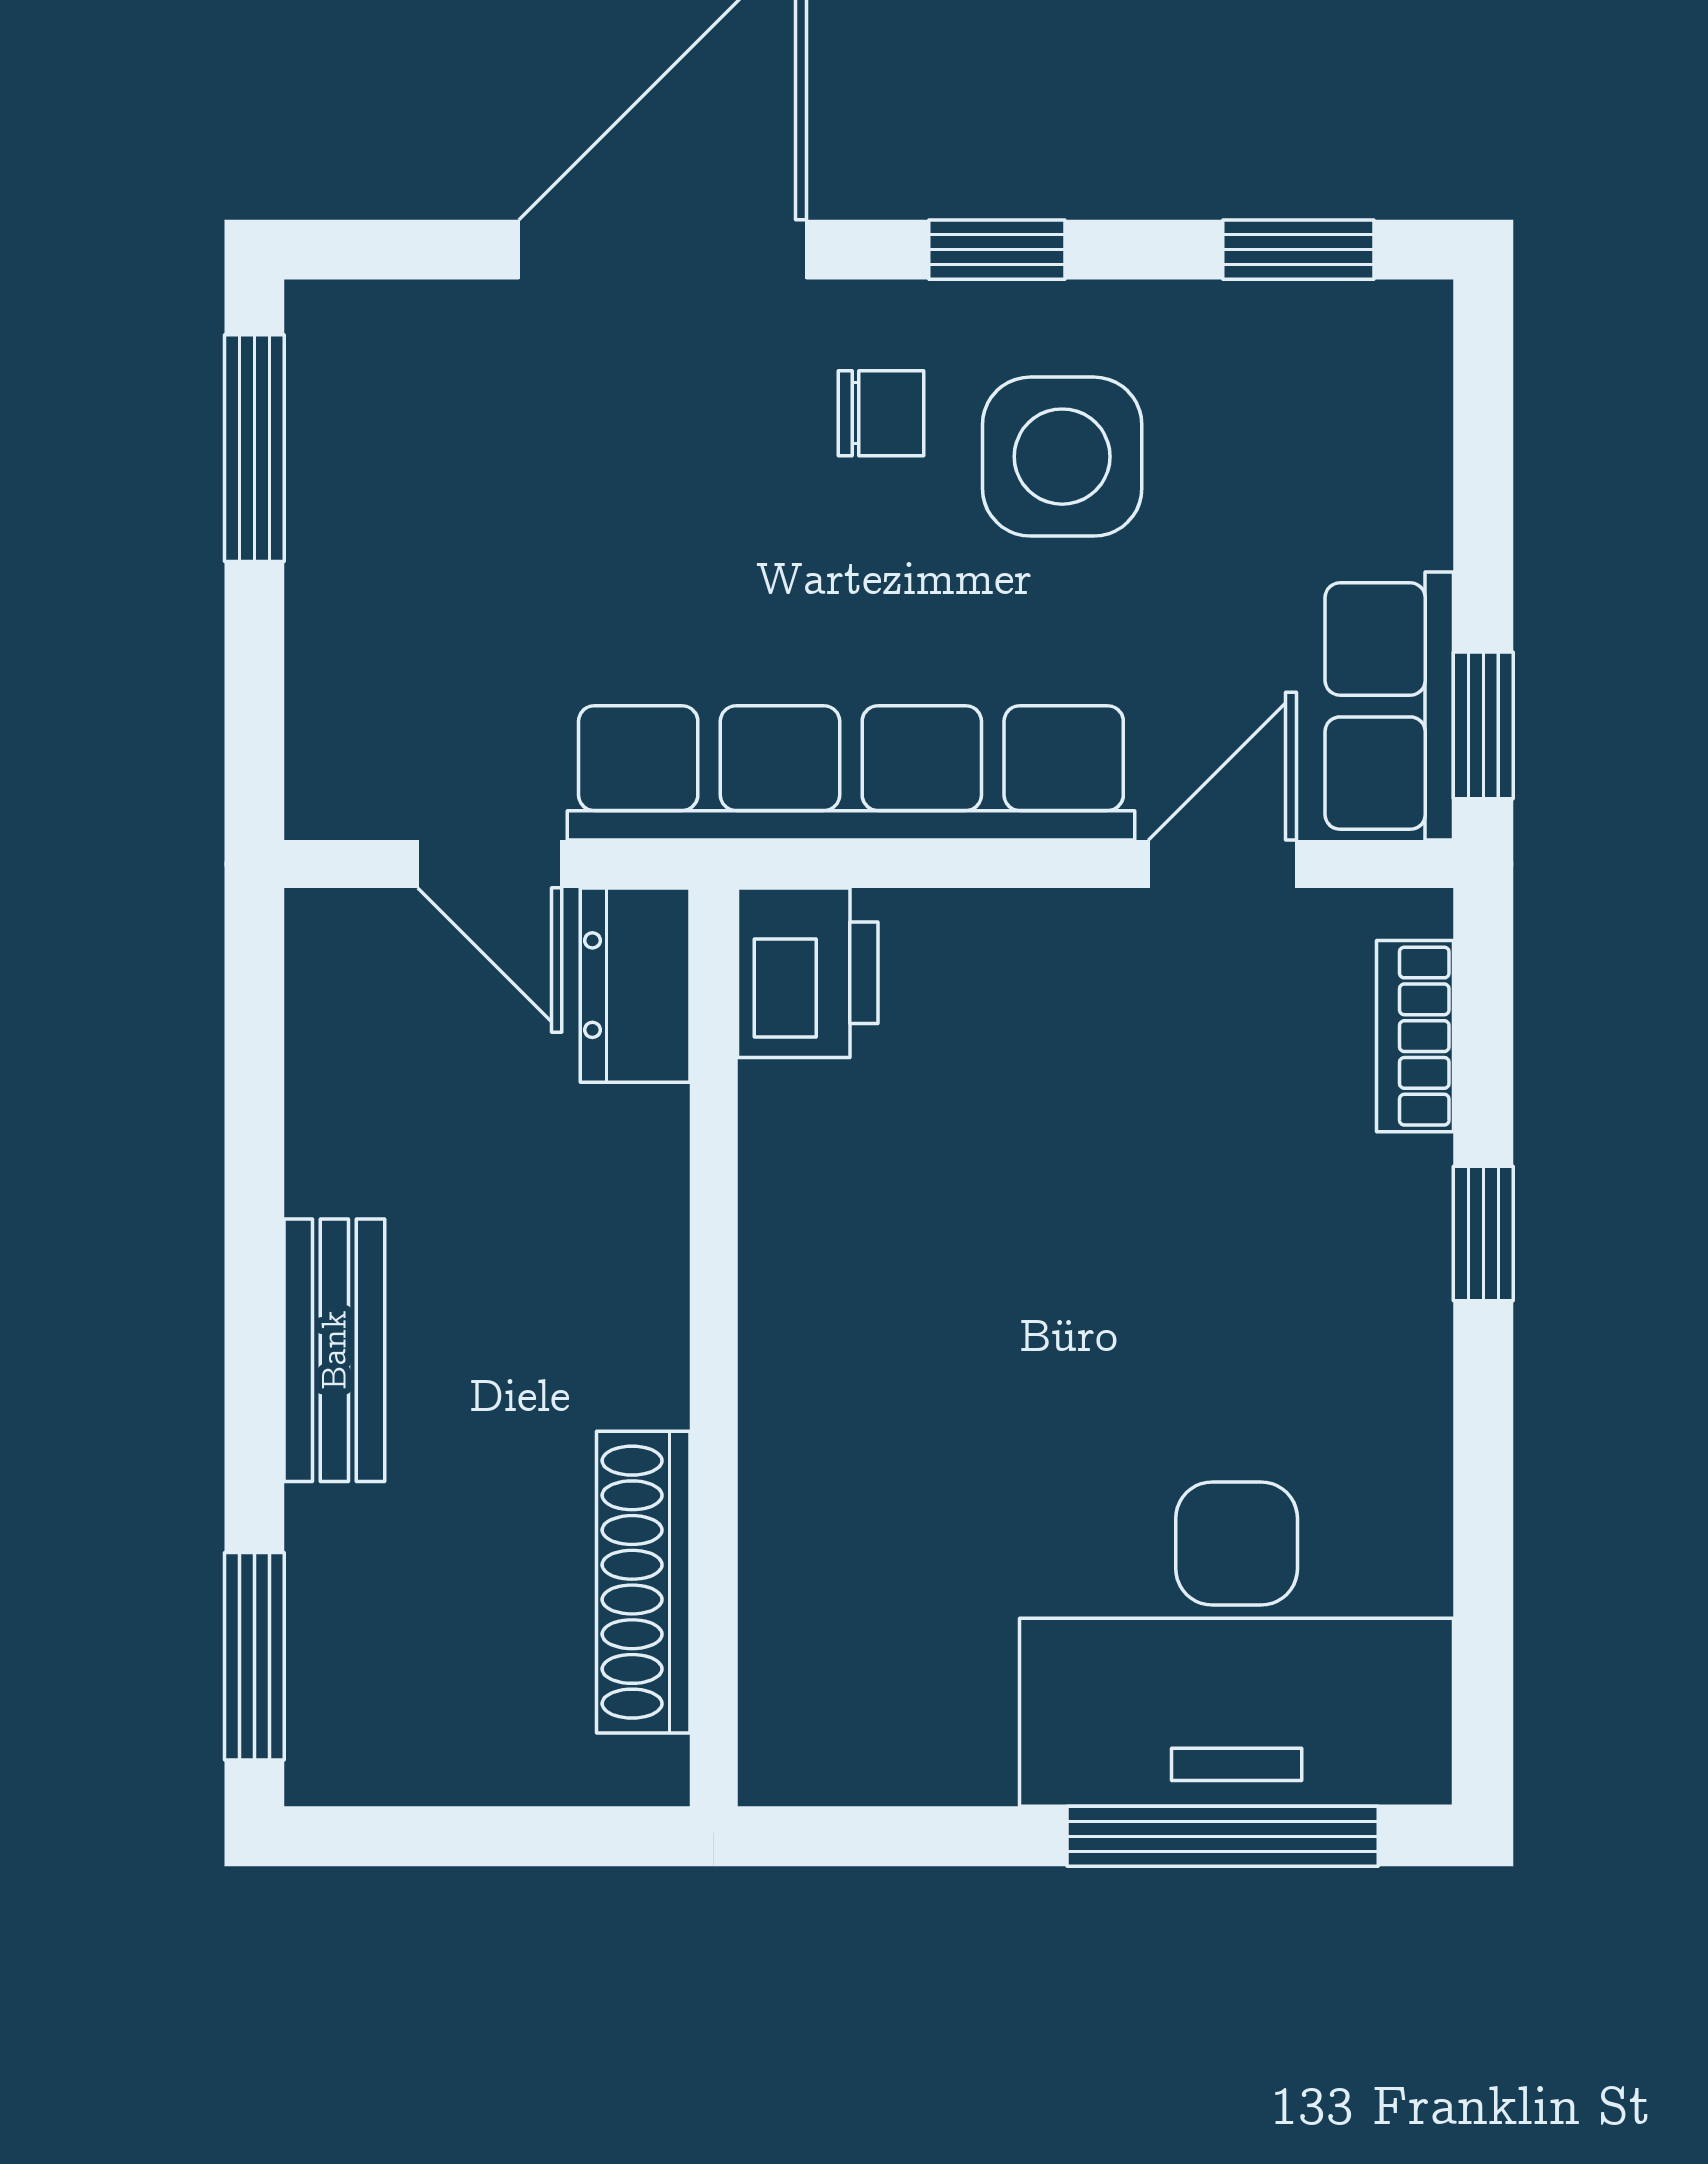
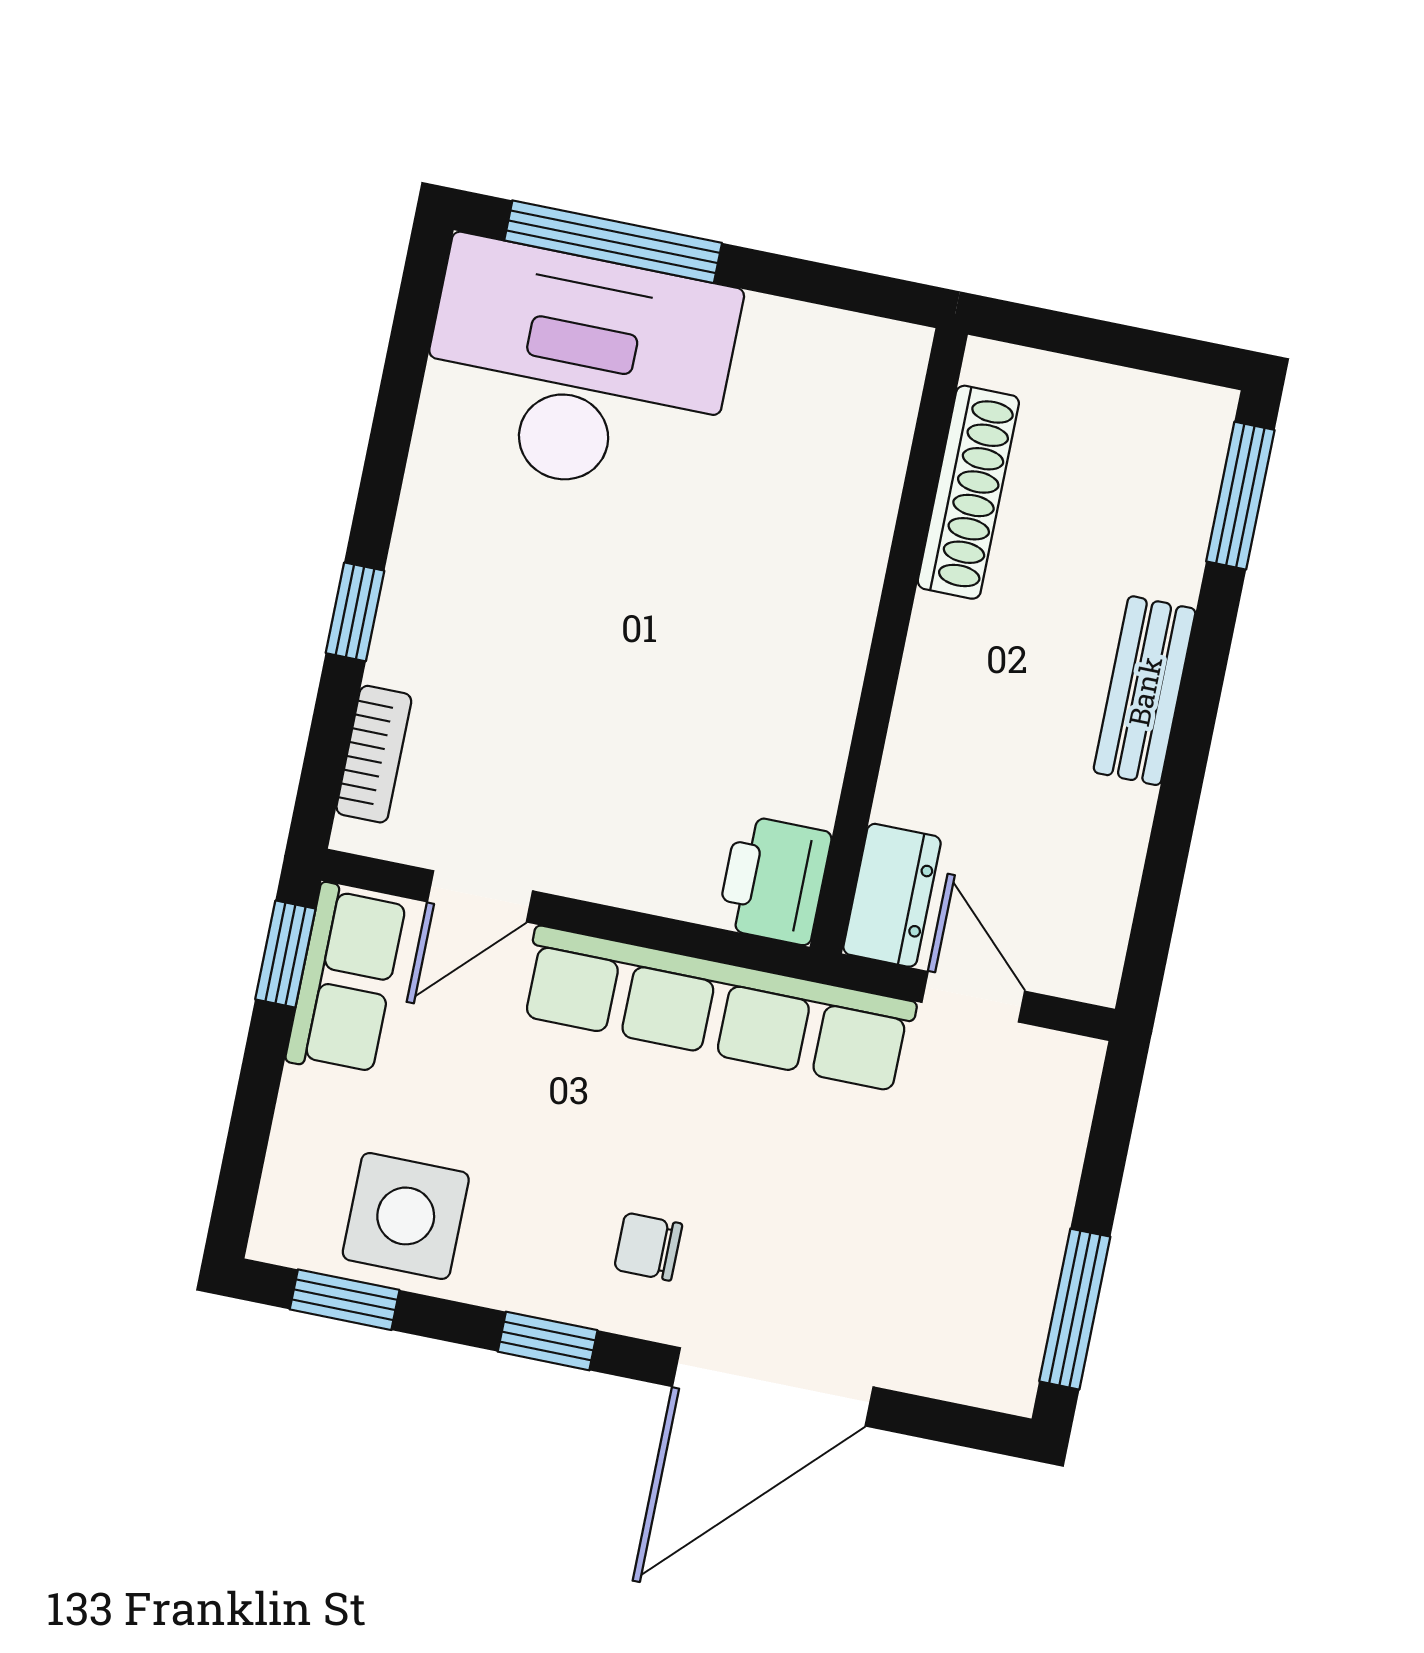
side table: (1062, 457) -> (406, 1216), moved

